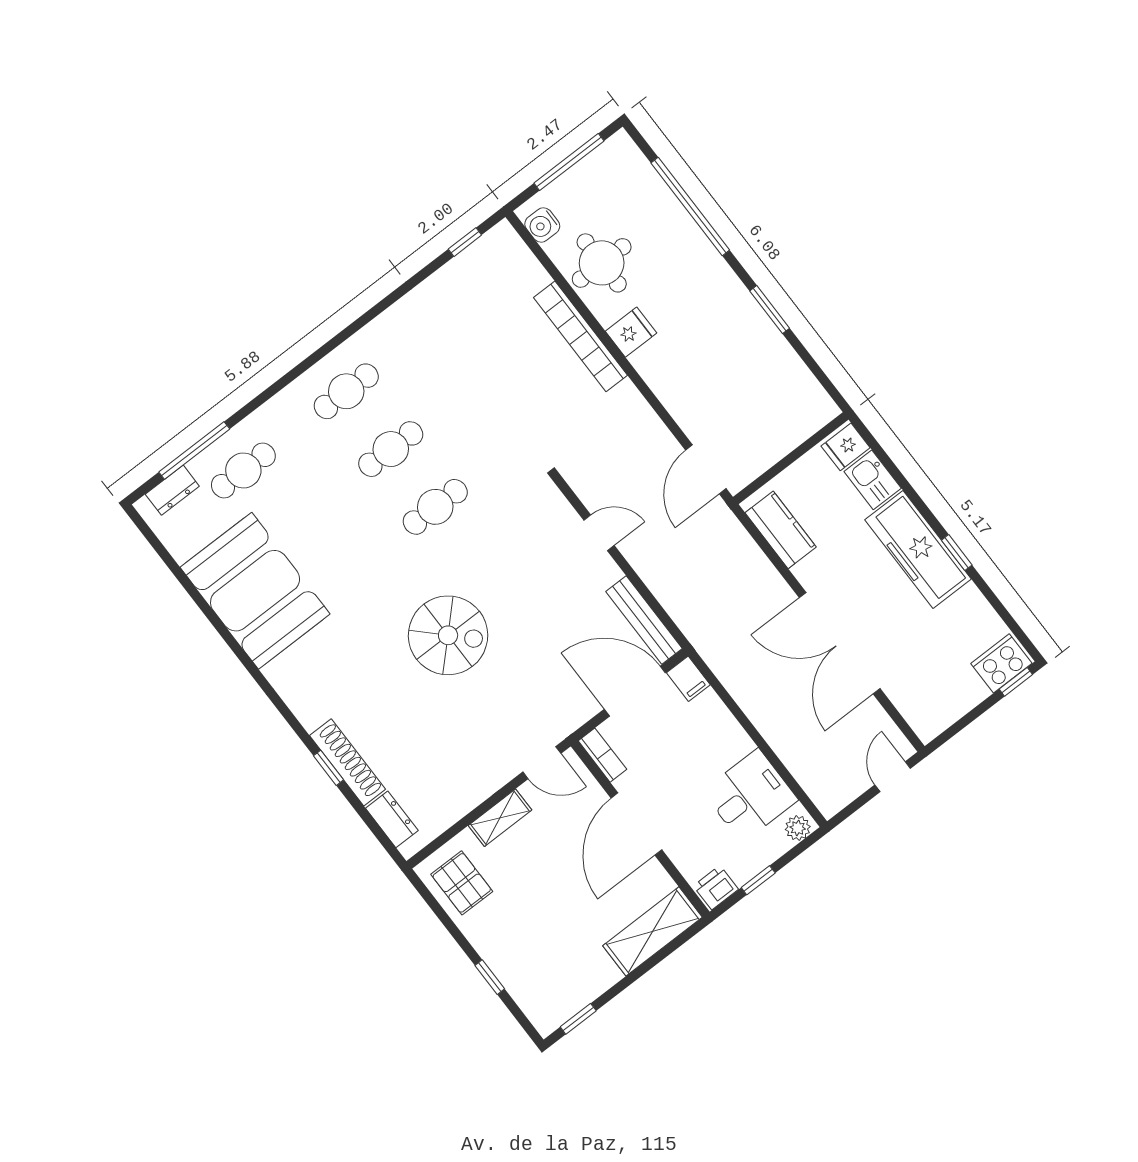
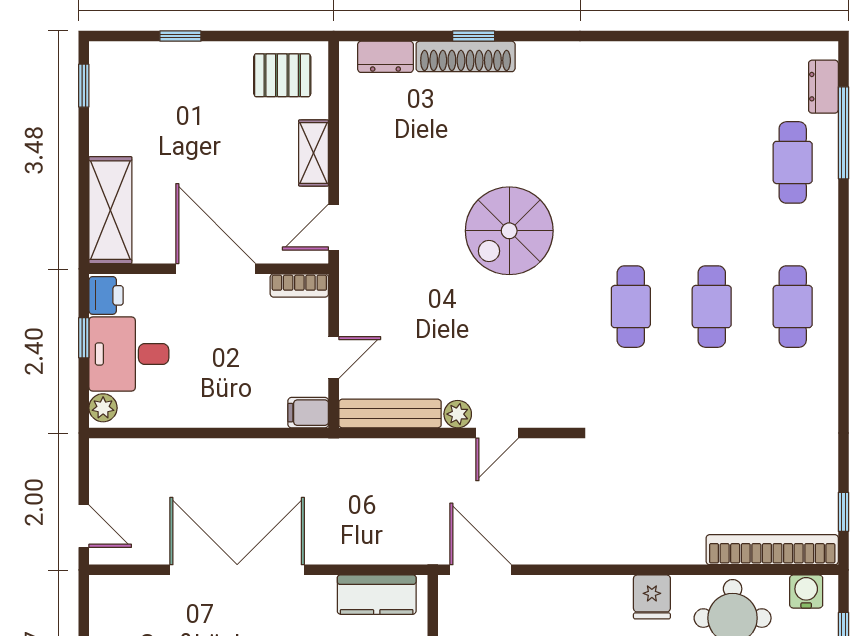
bookcase: (580, 336) -> (772, 550), moved
plant: (607, 571) -> (458, 414), added
booth: (255, 591) -> (679, 91), removed
door: (635, 691) -> (334, 357), width x0.53
desk: (750, 796) -> (129, 354), moved, turned 90

